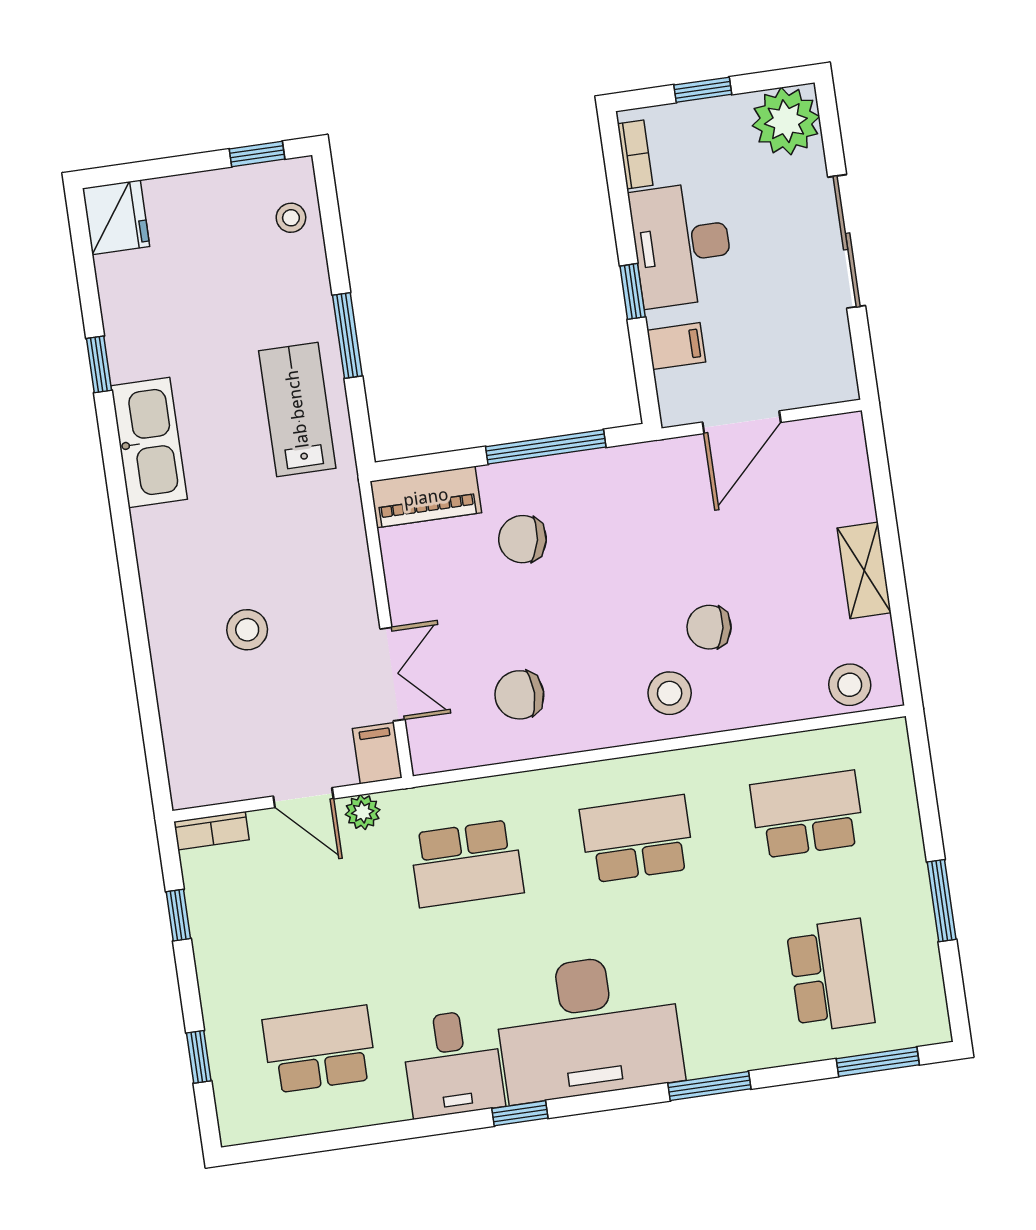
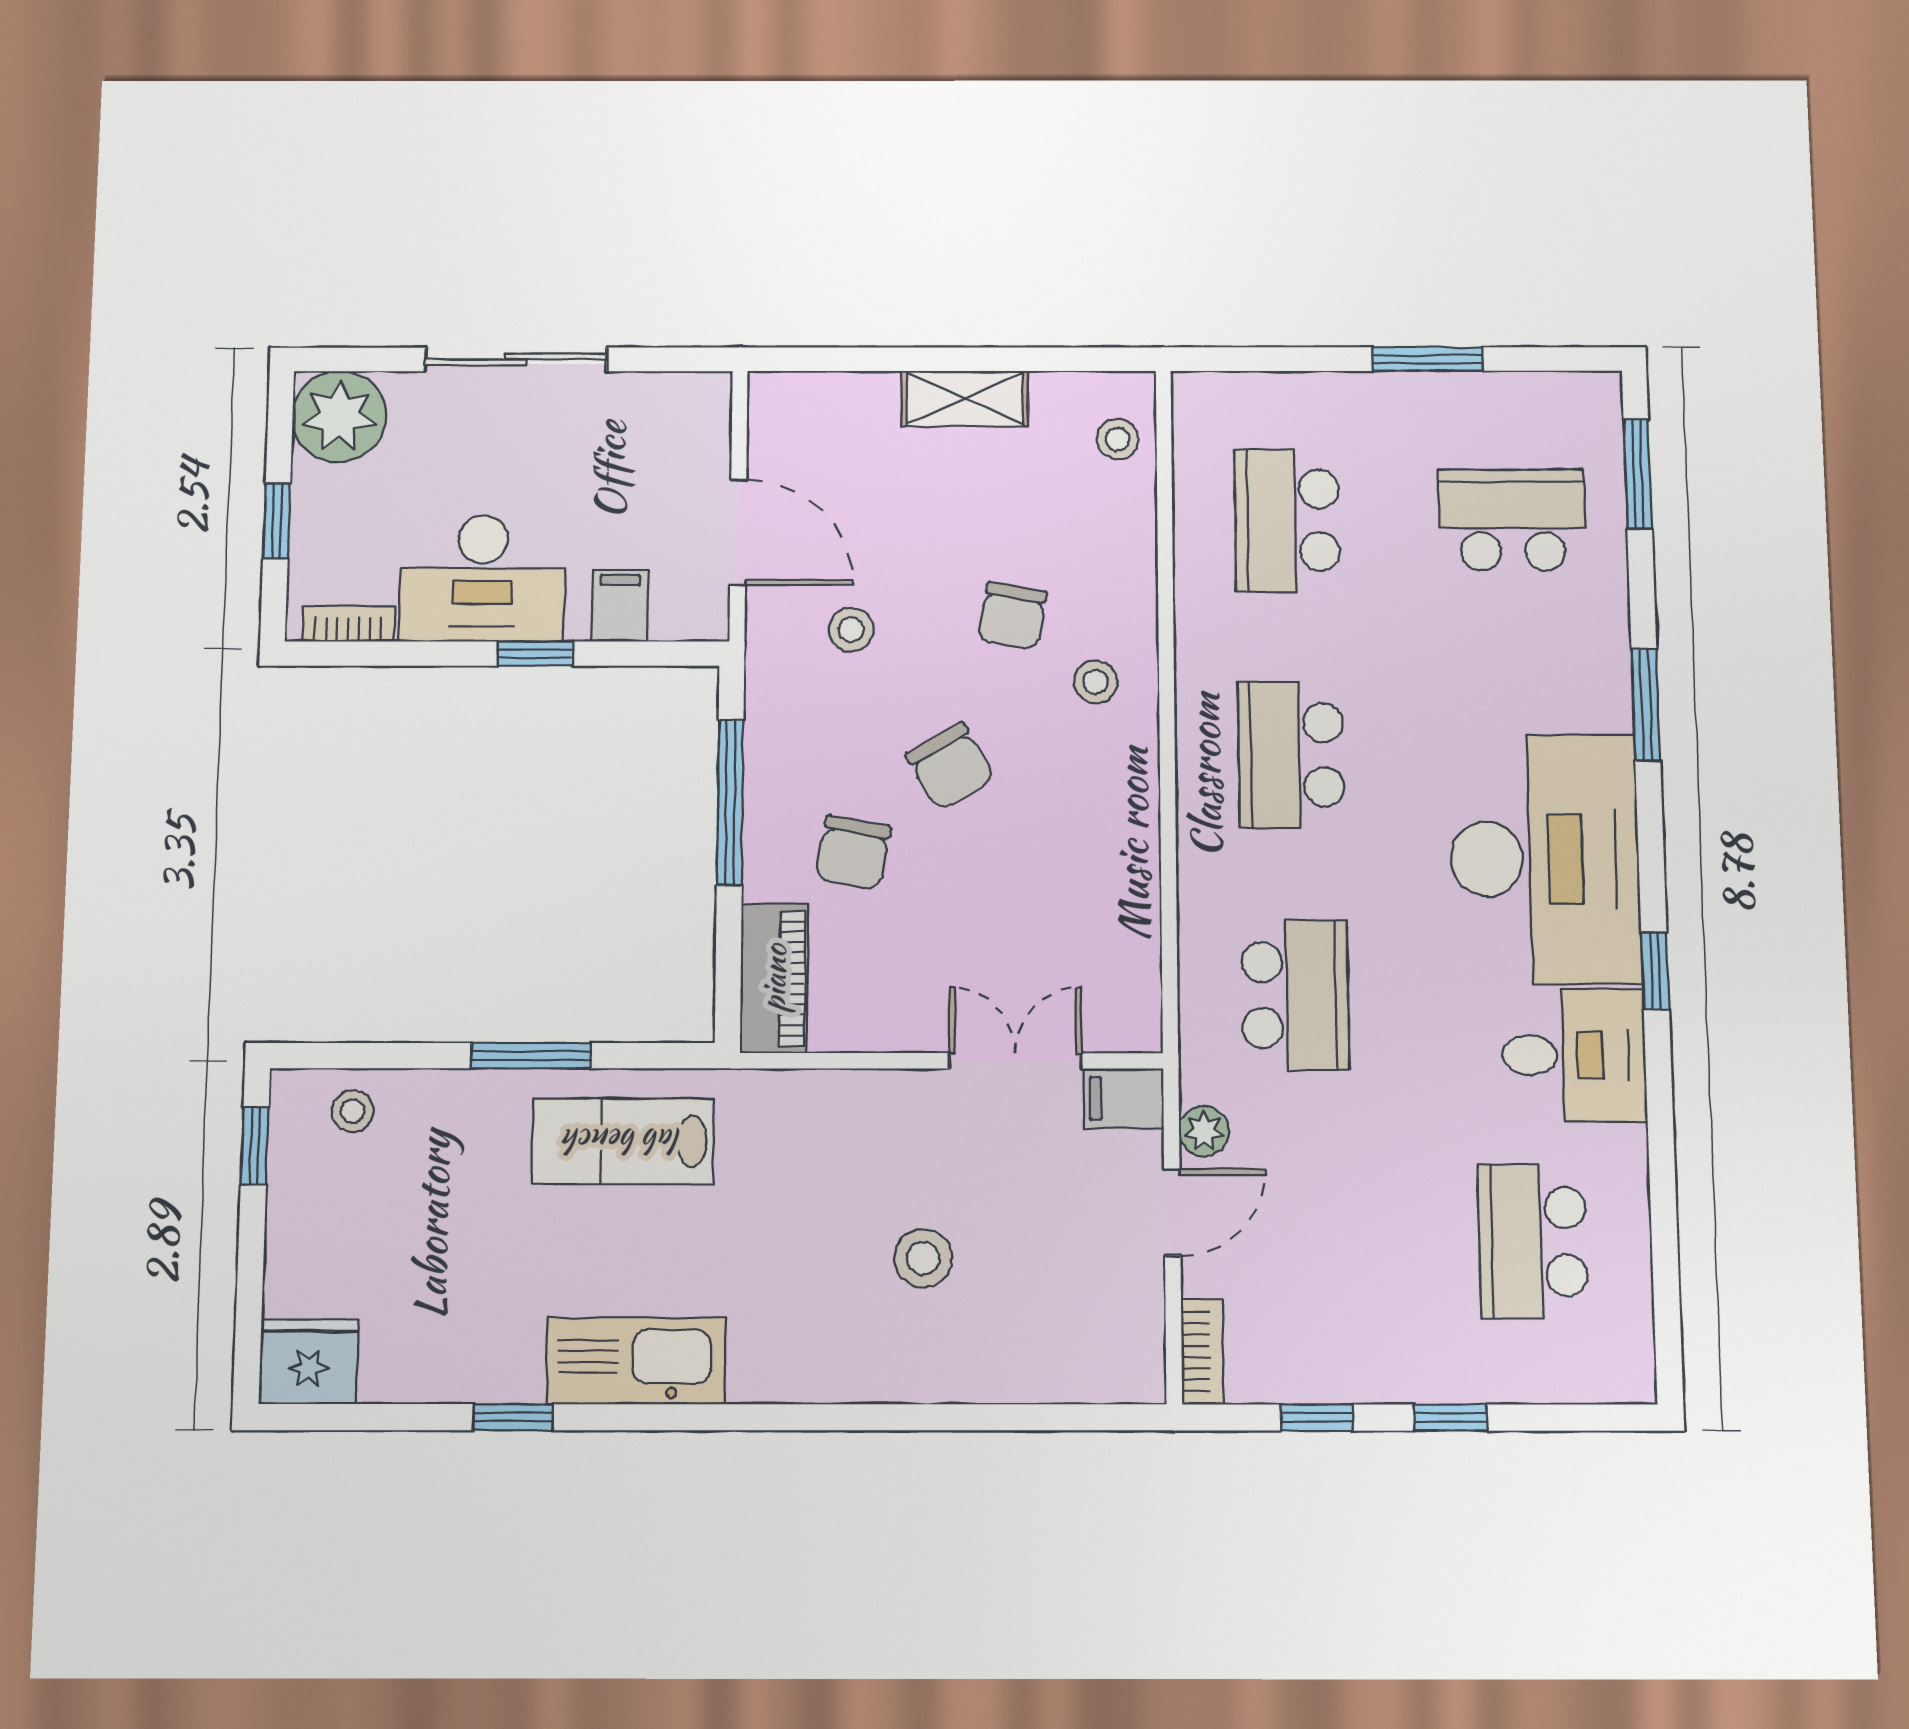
stool: (682, 514) -> (851, 630), added
stool: (850, 685) -> (1118, 439), width x0.73, depth x0.73
stool: (670, 693) -> (1096, 682), width x0.73, depth x0.73
chair: (519, 695) -> (950, 766), moved, turned -30
window: (199, 1057) -> (1451, 1418), moved

